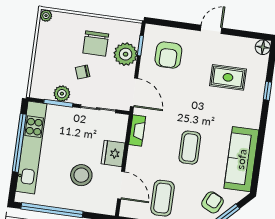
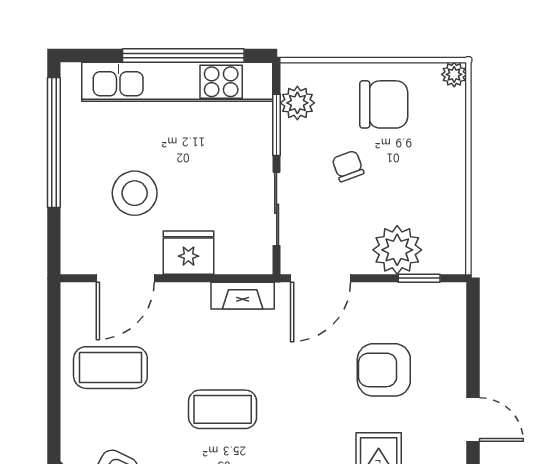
chair: (96, 43) -> (384, 104), moved, turned 180
armchair: (168, 55) -> (384, 370), moved
plant: (62, 94) -> (297, 103), moved

